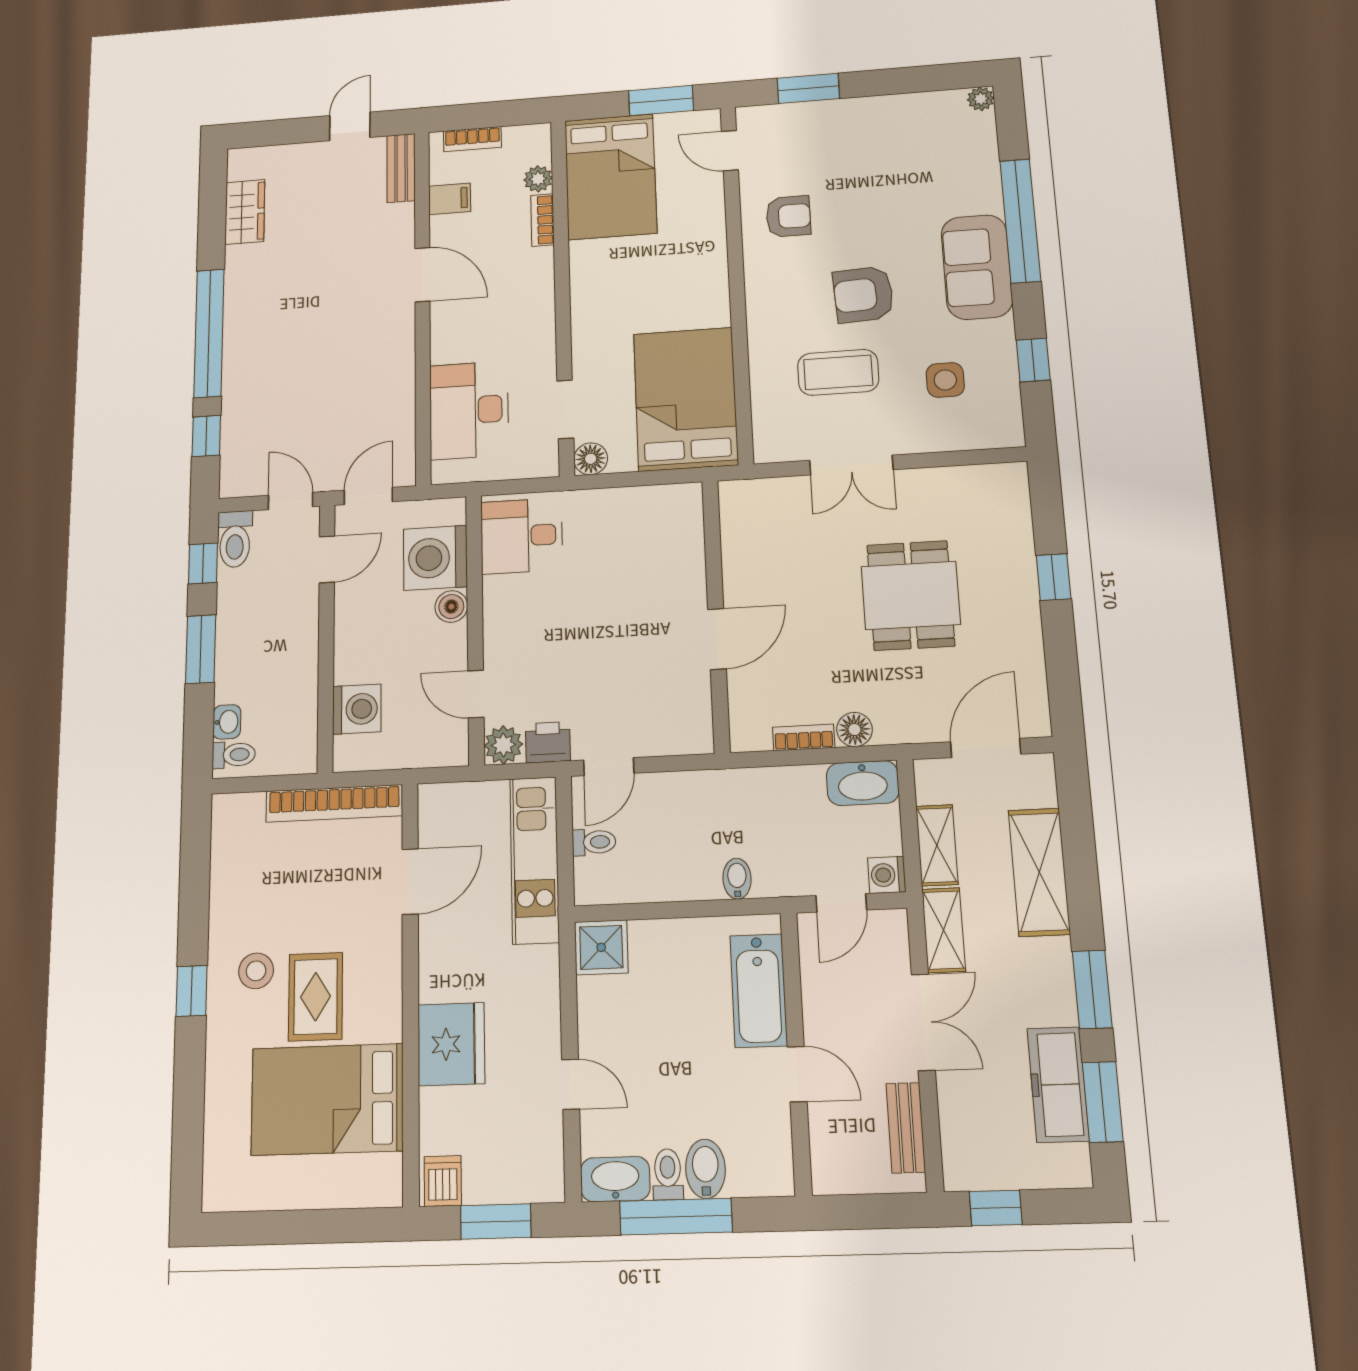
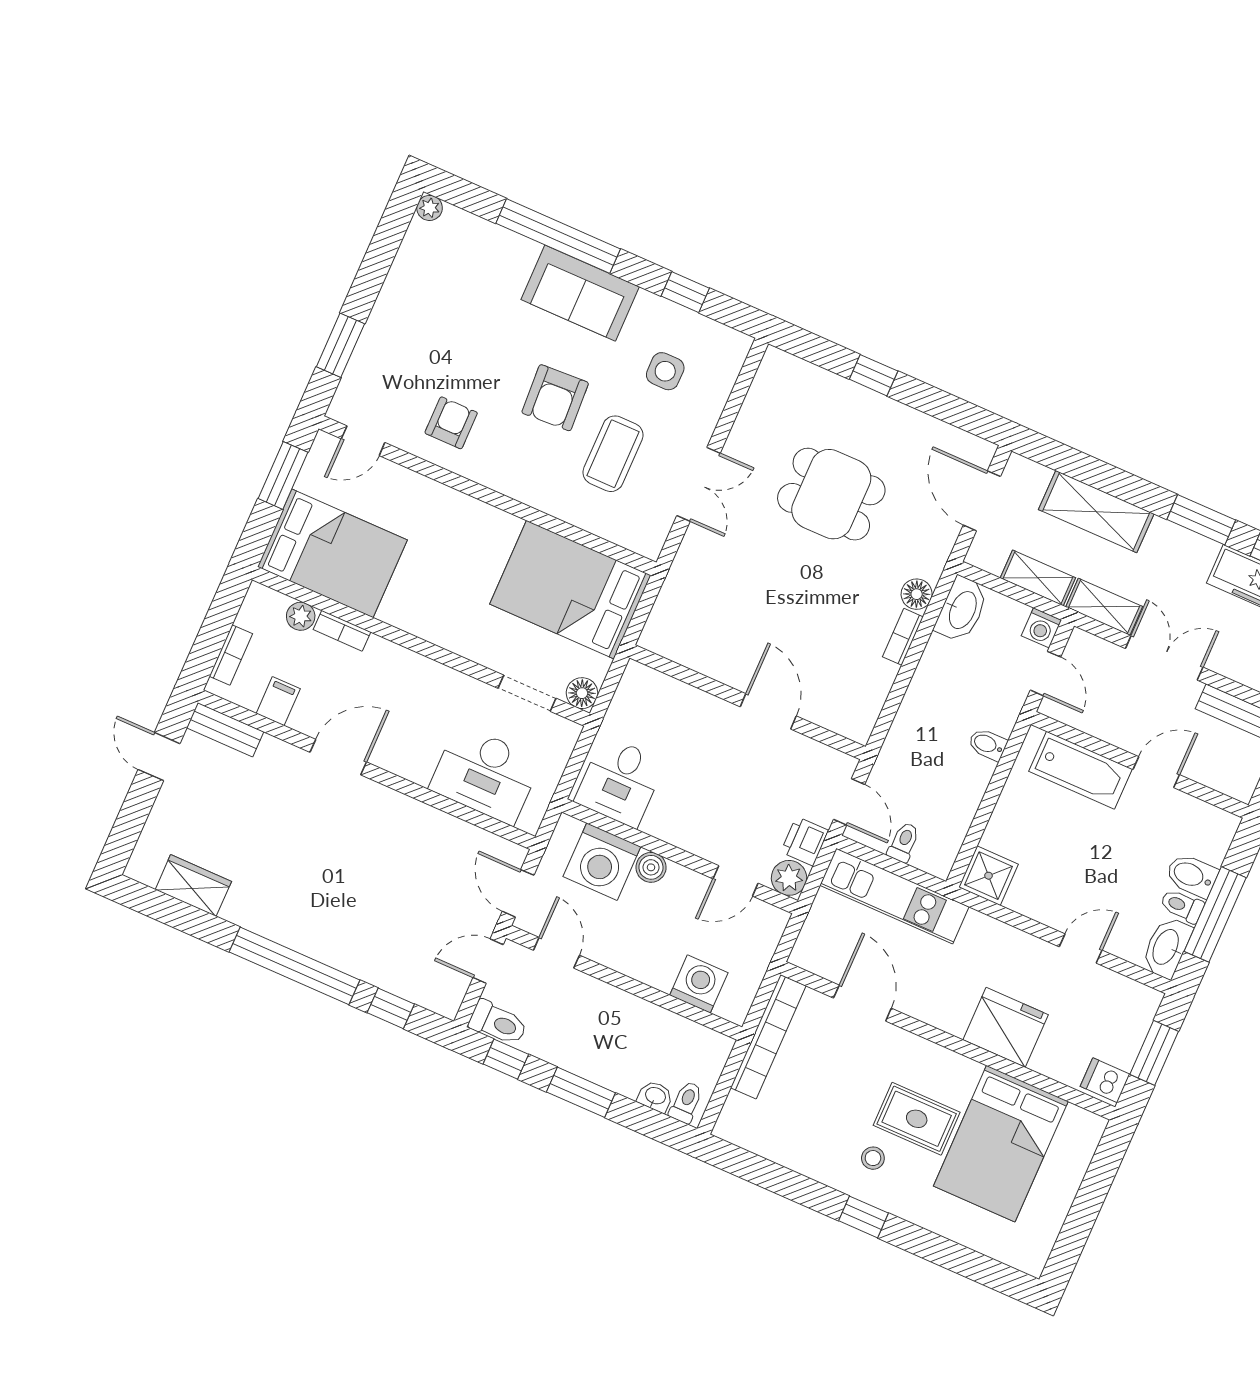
wall: (716, 615) -> (748, 702), moved
door: (717, 639) -> (768, 711), moved
stool: (256, 971) -> (873, 1158), width x0.73, depth x0.73

